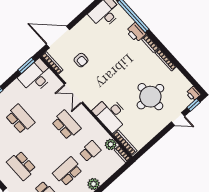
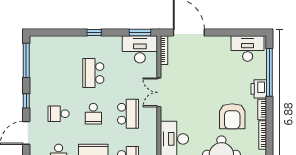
armchair: (81, 60) -> (232, 116), moved, width x1.88, depth x1.88
school desk: (20, 119) -> (93, 73), turned 180
school desk: (44, 145) -> (93, 114), added
school desk: (21, 166) -> (59, 114), width x0.54

